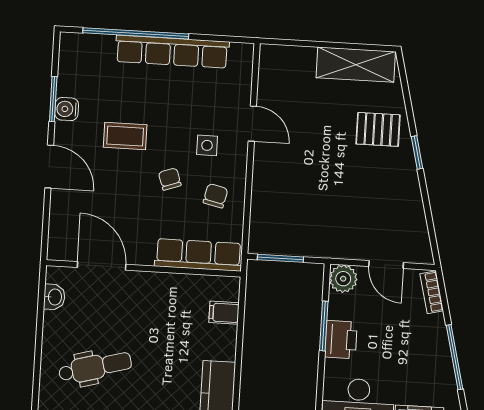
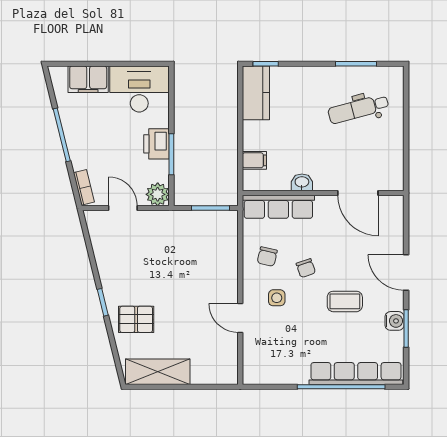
row of seats: (172, 52) -> (356, 374), moved
washbasin: (54, 297) -> (302, 182), moved, turned 90

